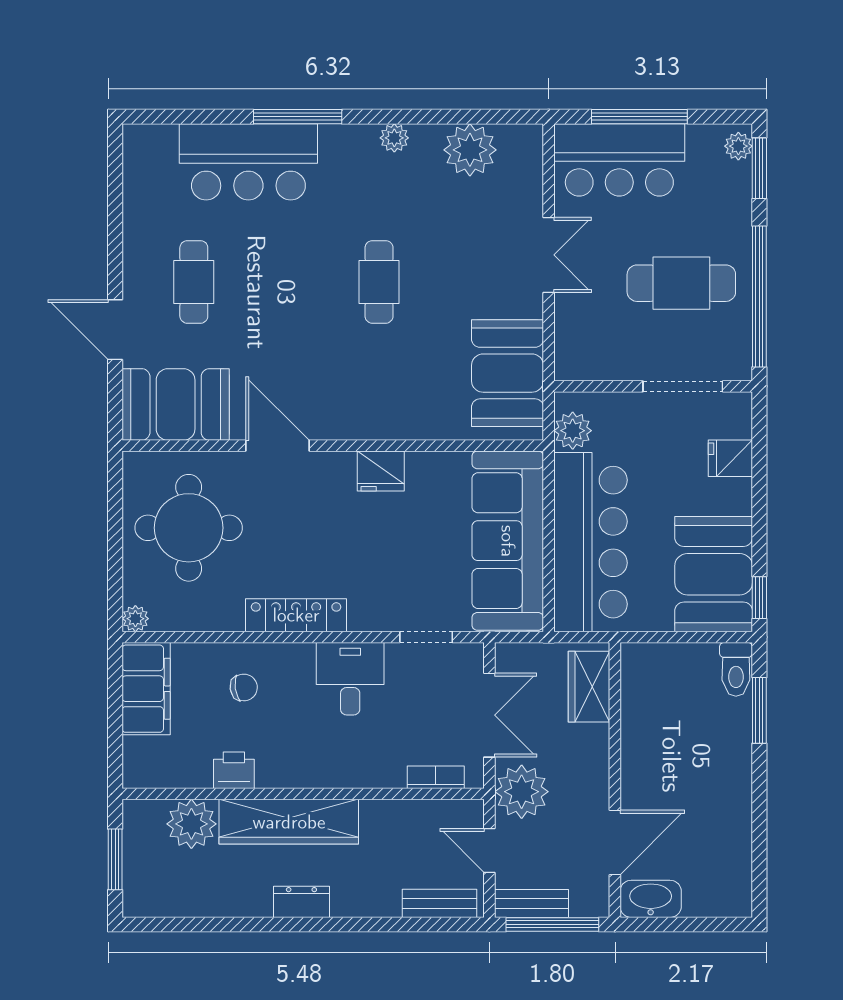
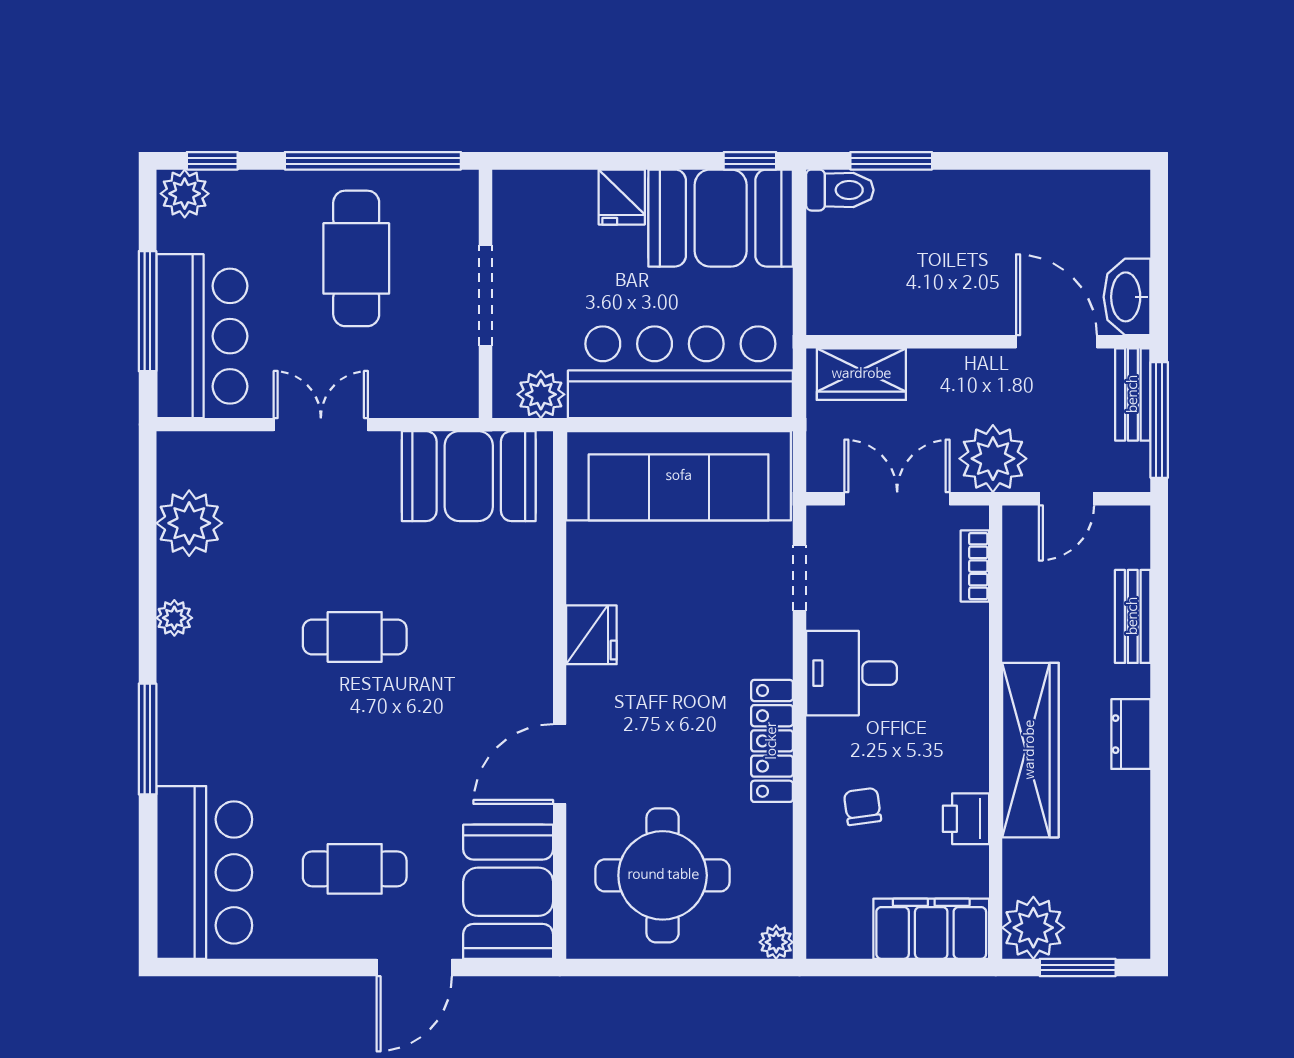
plant: (738, 146) -> (185, 194), width x1.38, depth x1.38
bar counter: (248, 162) -> (204, 872), moved
window: (759, 168) -> (212, 161), width x0.67
doorway: (683, 386) -> (486, 295), moved
fridge: (730, 458) -> (622, 197), moved
filing cabinet: (146, 689) -> (931, 929), moved
plant: (191, 824) -> (1033, 928), moved
bench: (439, 903) -> (1133, 616), moved
bench: (532, 903) -> (1133, 394), moved

